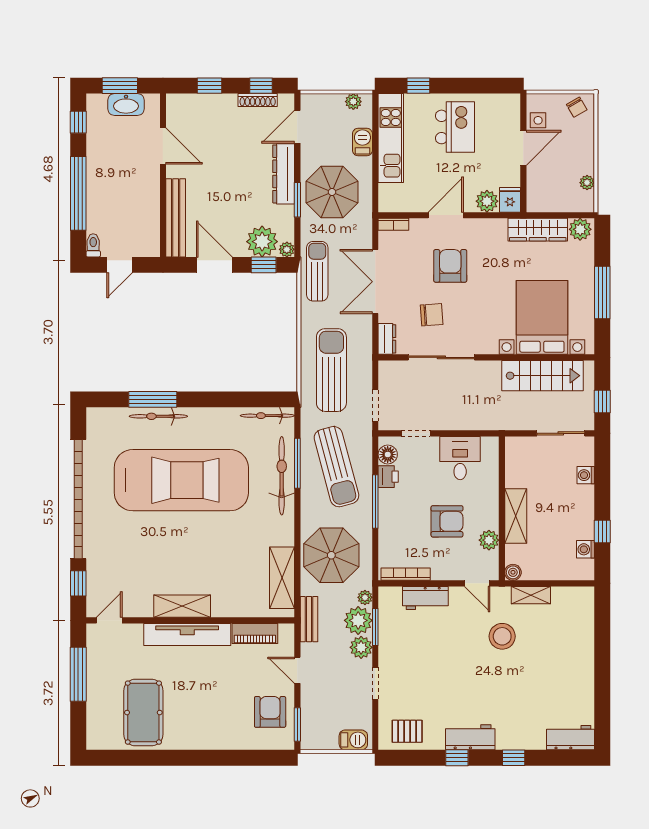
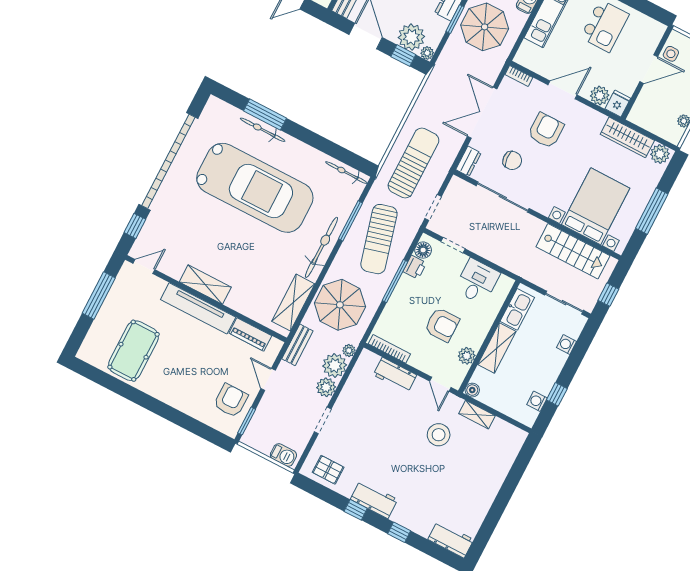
sun lounger: (317, 271) -> (442, 82), removed
kitchen sink: (516, 465) -> (517, 309), added
bicycle: (282, 476) -> (321, 247), moved
window: (375, 627) -> (345, 377), removed

